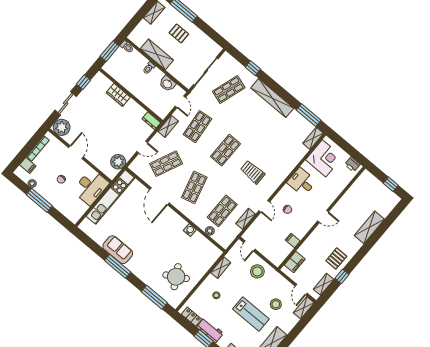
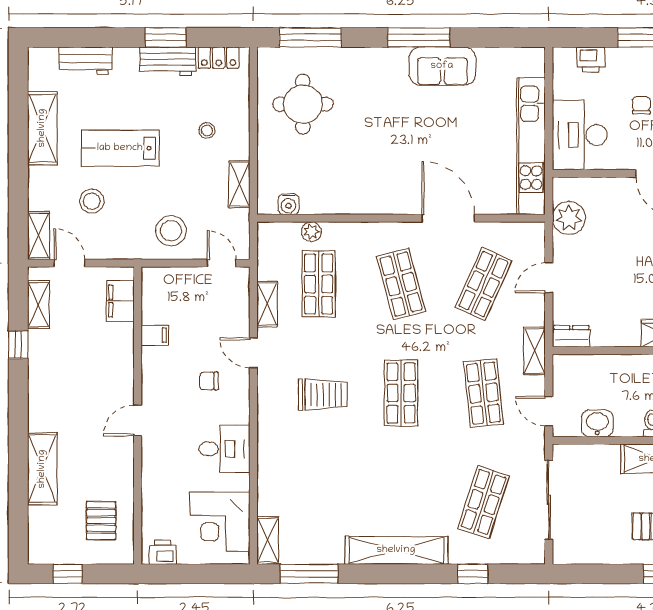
printer: (65, 209) -> (591, 59), added
water cooler: (190, 230) -> (289, 204), moved
pallet: (336, 259) -> (101, 521), moved
round table: (176, 277) -> (303, 104), turned 30

